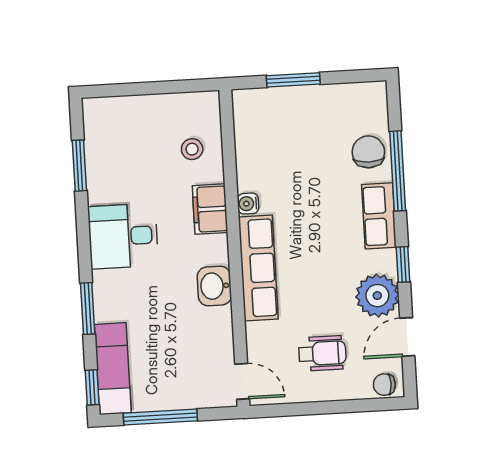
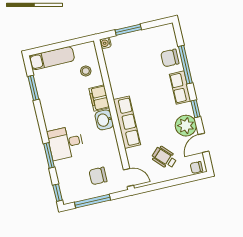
chair: (368, 152) -> (170, 58), turned -90
water cooler: (248, 204) -> (105, 43), moved
desk: (123, 236) -> (66, 143), moved
washbasin: (214, 286) -> (104, 120), moved
wheelchair: (322, 353) -> (164, 158), turned -134
chair: (180, 368) -> (98, 176), added
exam couch: (113, 369) -> (52, 58), moved, turned 90

